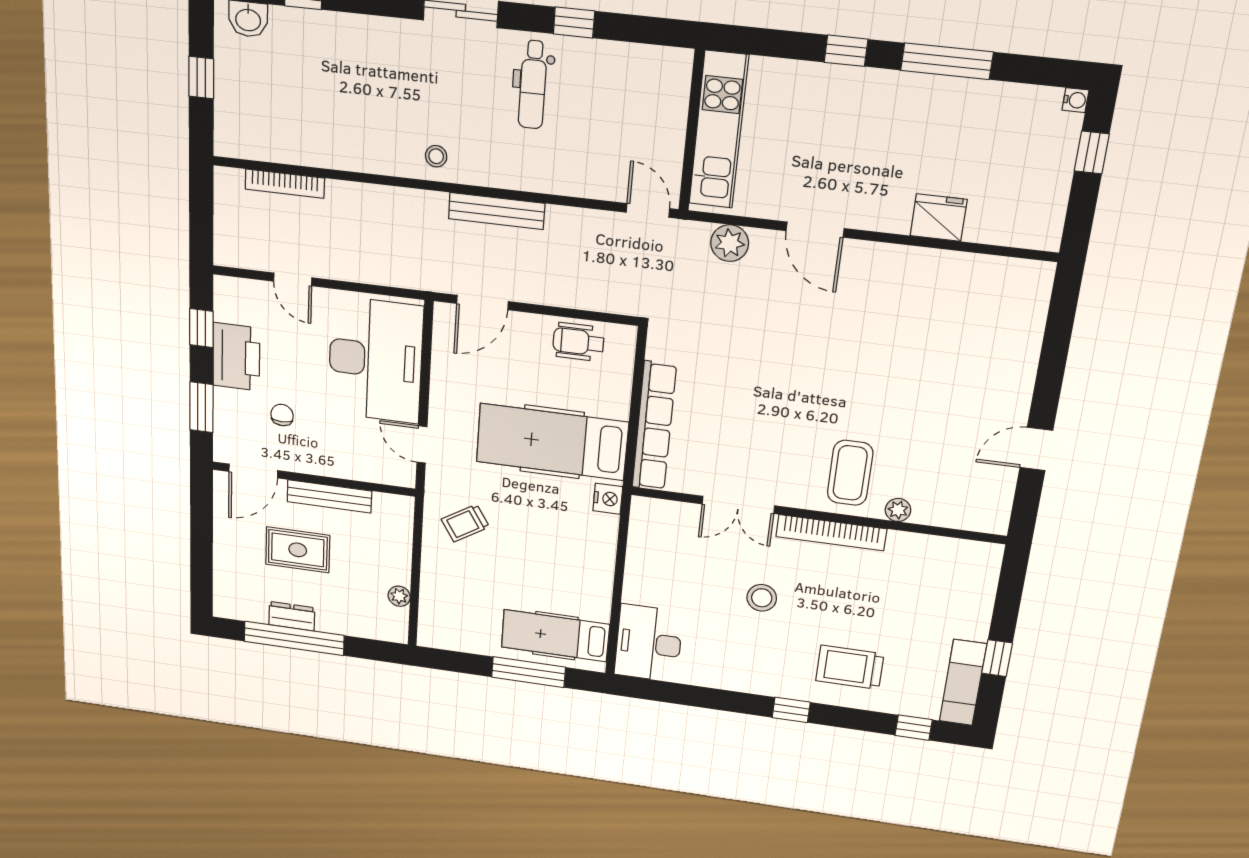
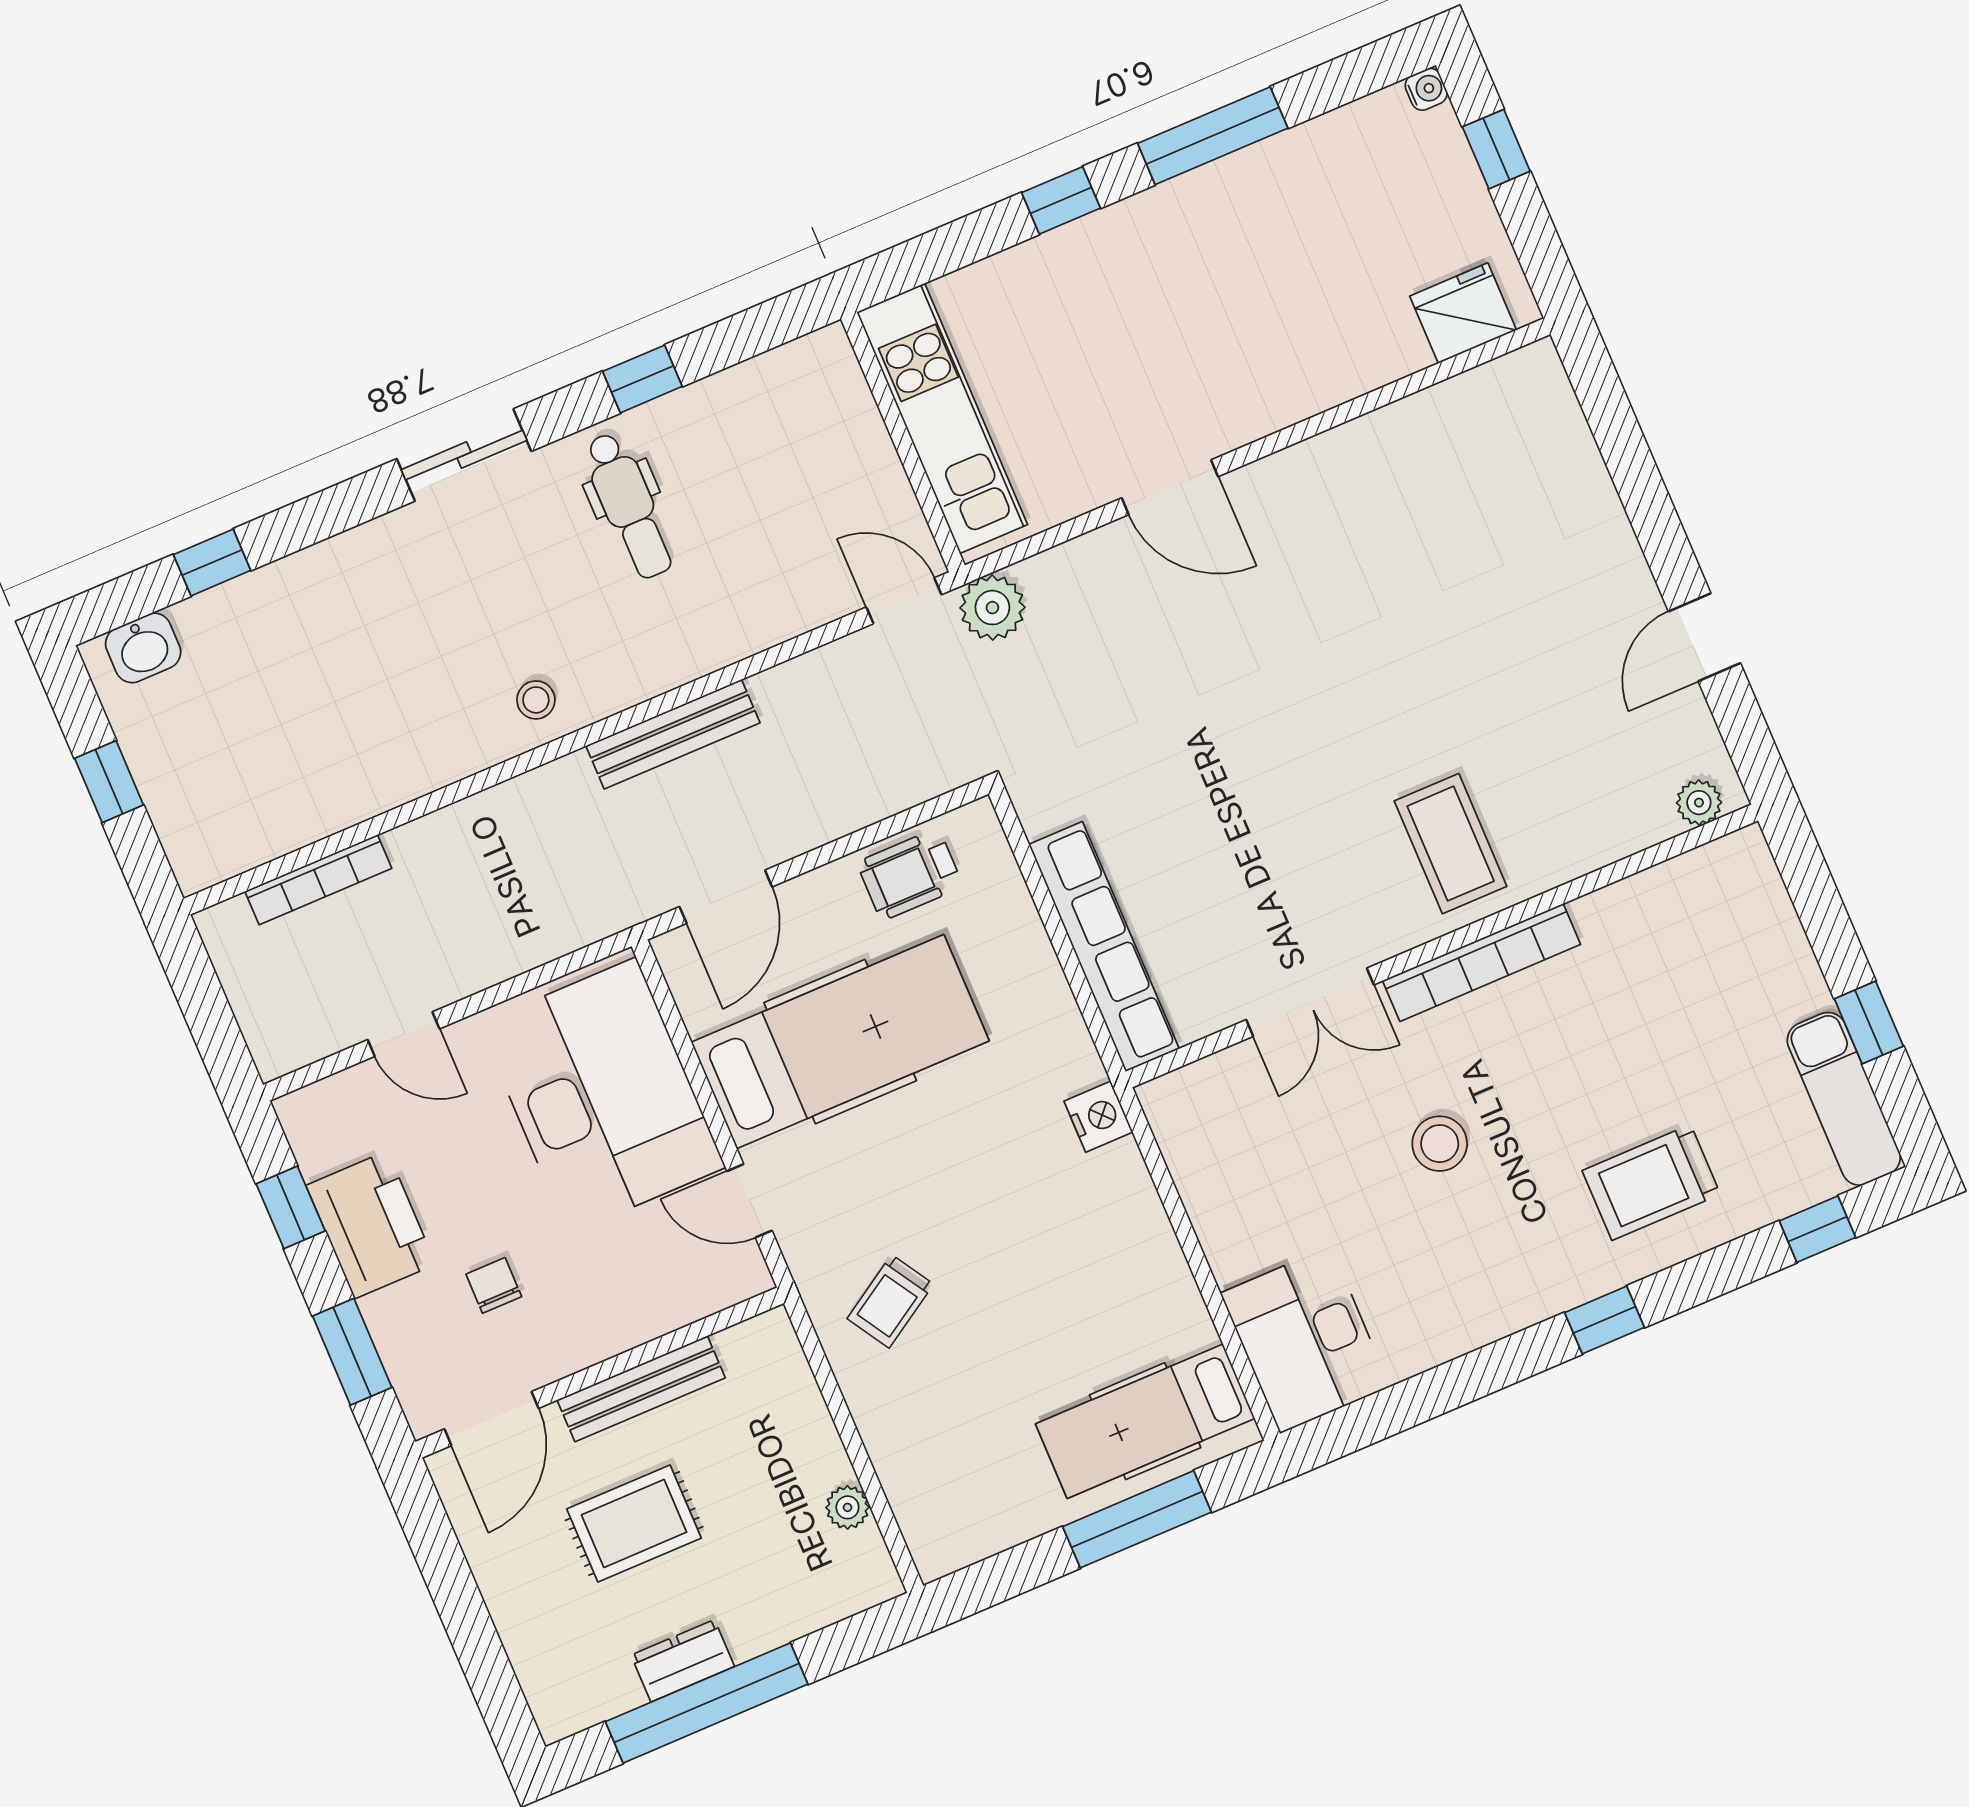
fridge: (939, 218) -> (1463, 313), moved
plant: (730, 243) -> (992, 608), moved
hospital bed: (552, 442) -> (840, 1042), moved, turned 180
plant: (898, 510) -> (1699, 803), moved

